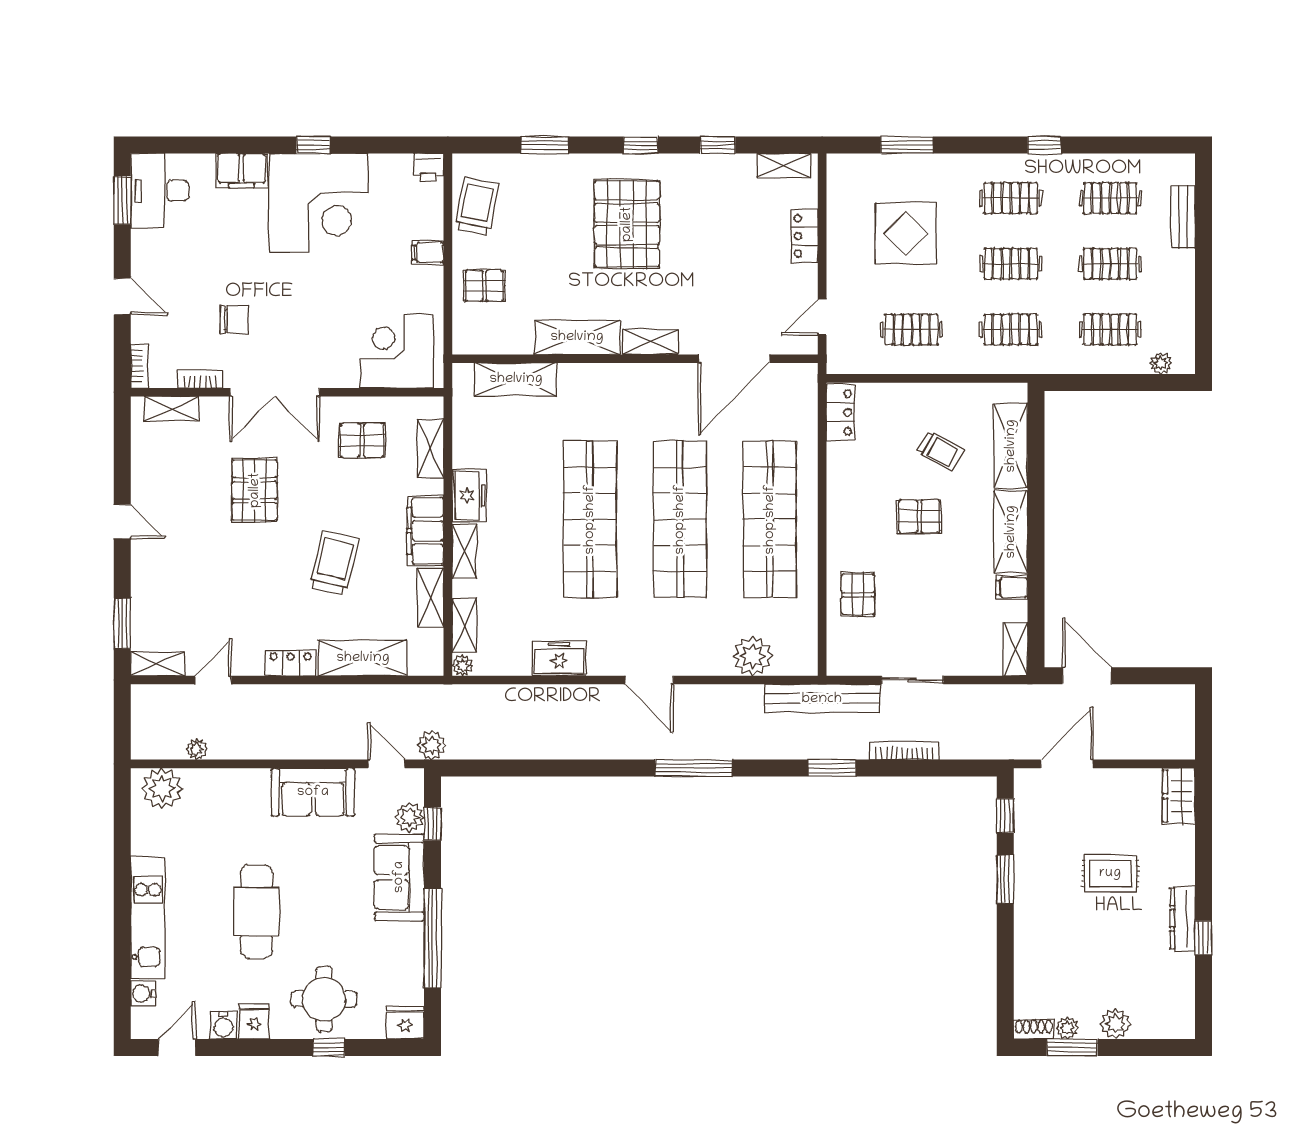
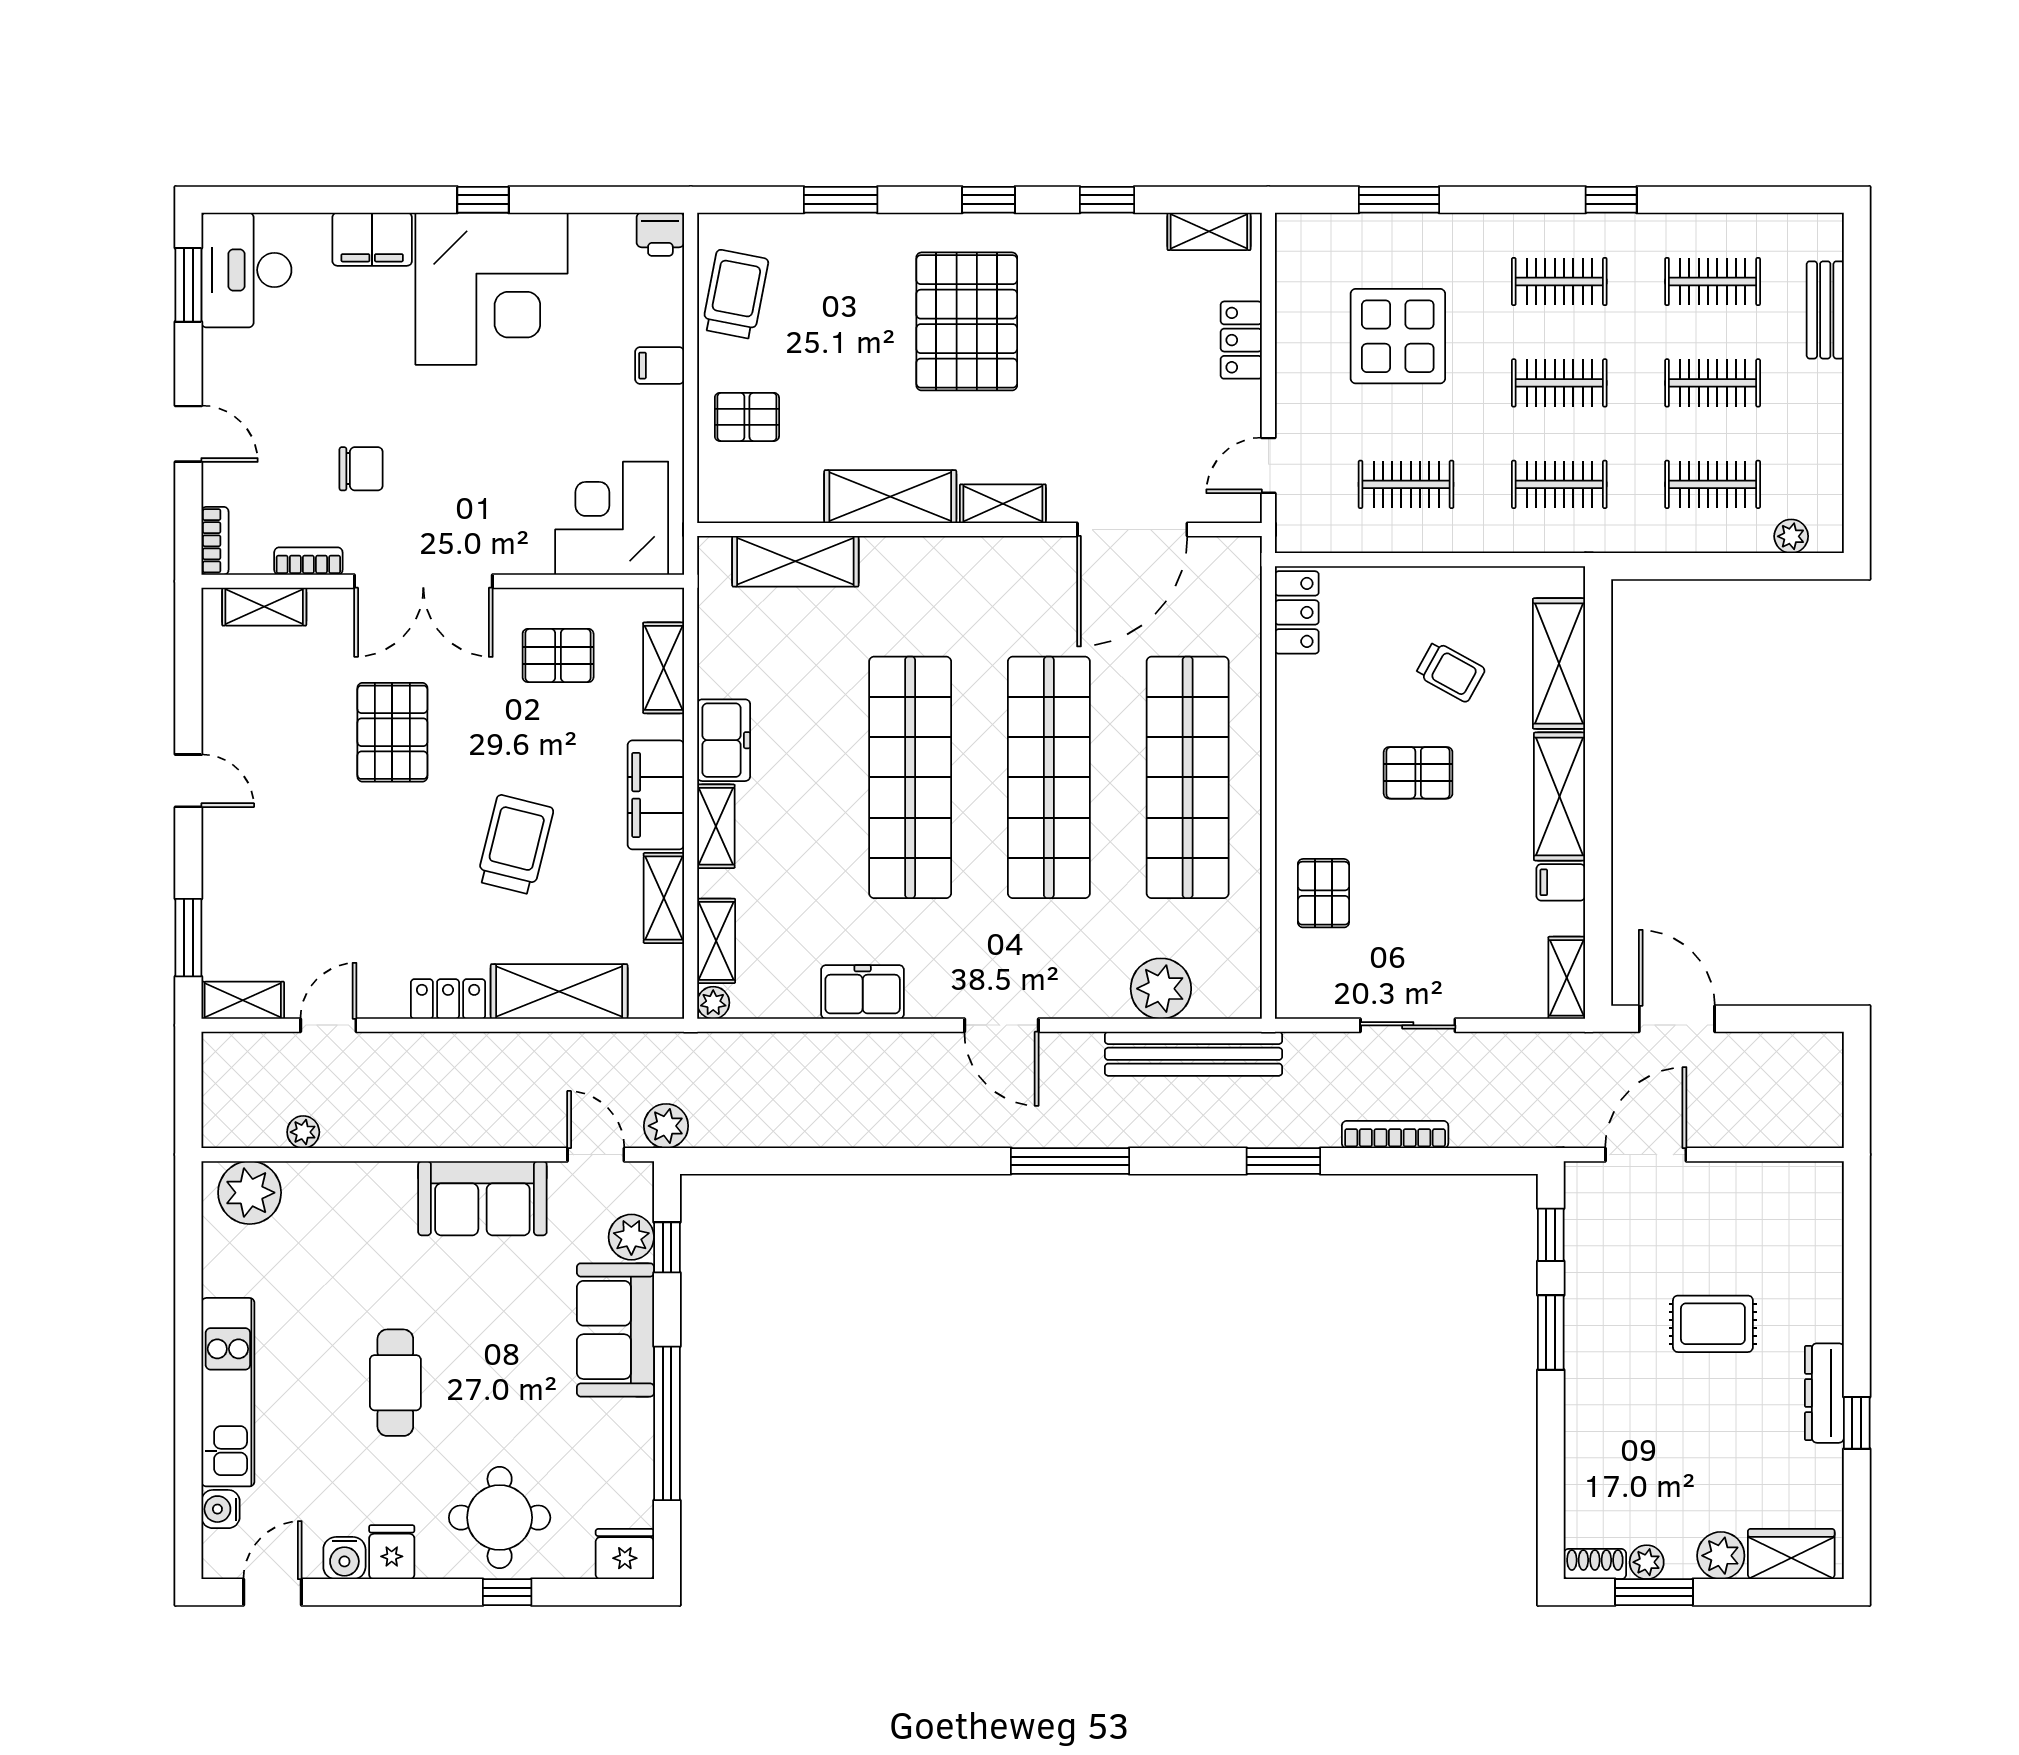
bench: (822, 699) -> (1193, 1054), moved
wardrobe: (1179, 796) -> (1791, 1554), moved, turned 90
cafe table: (256, 912) -> (395, 1383), width x0.73, depth x0.74

